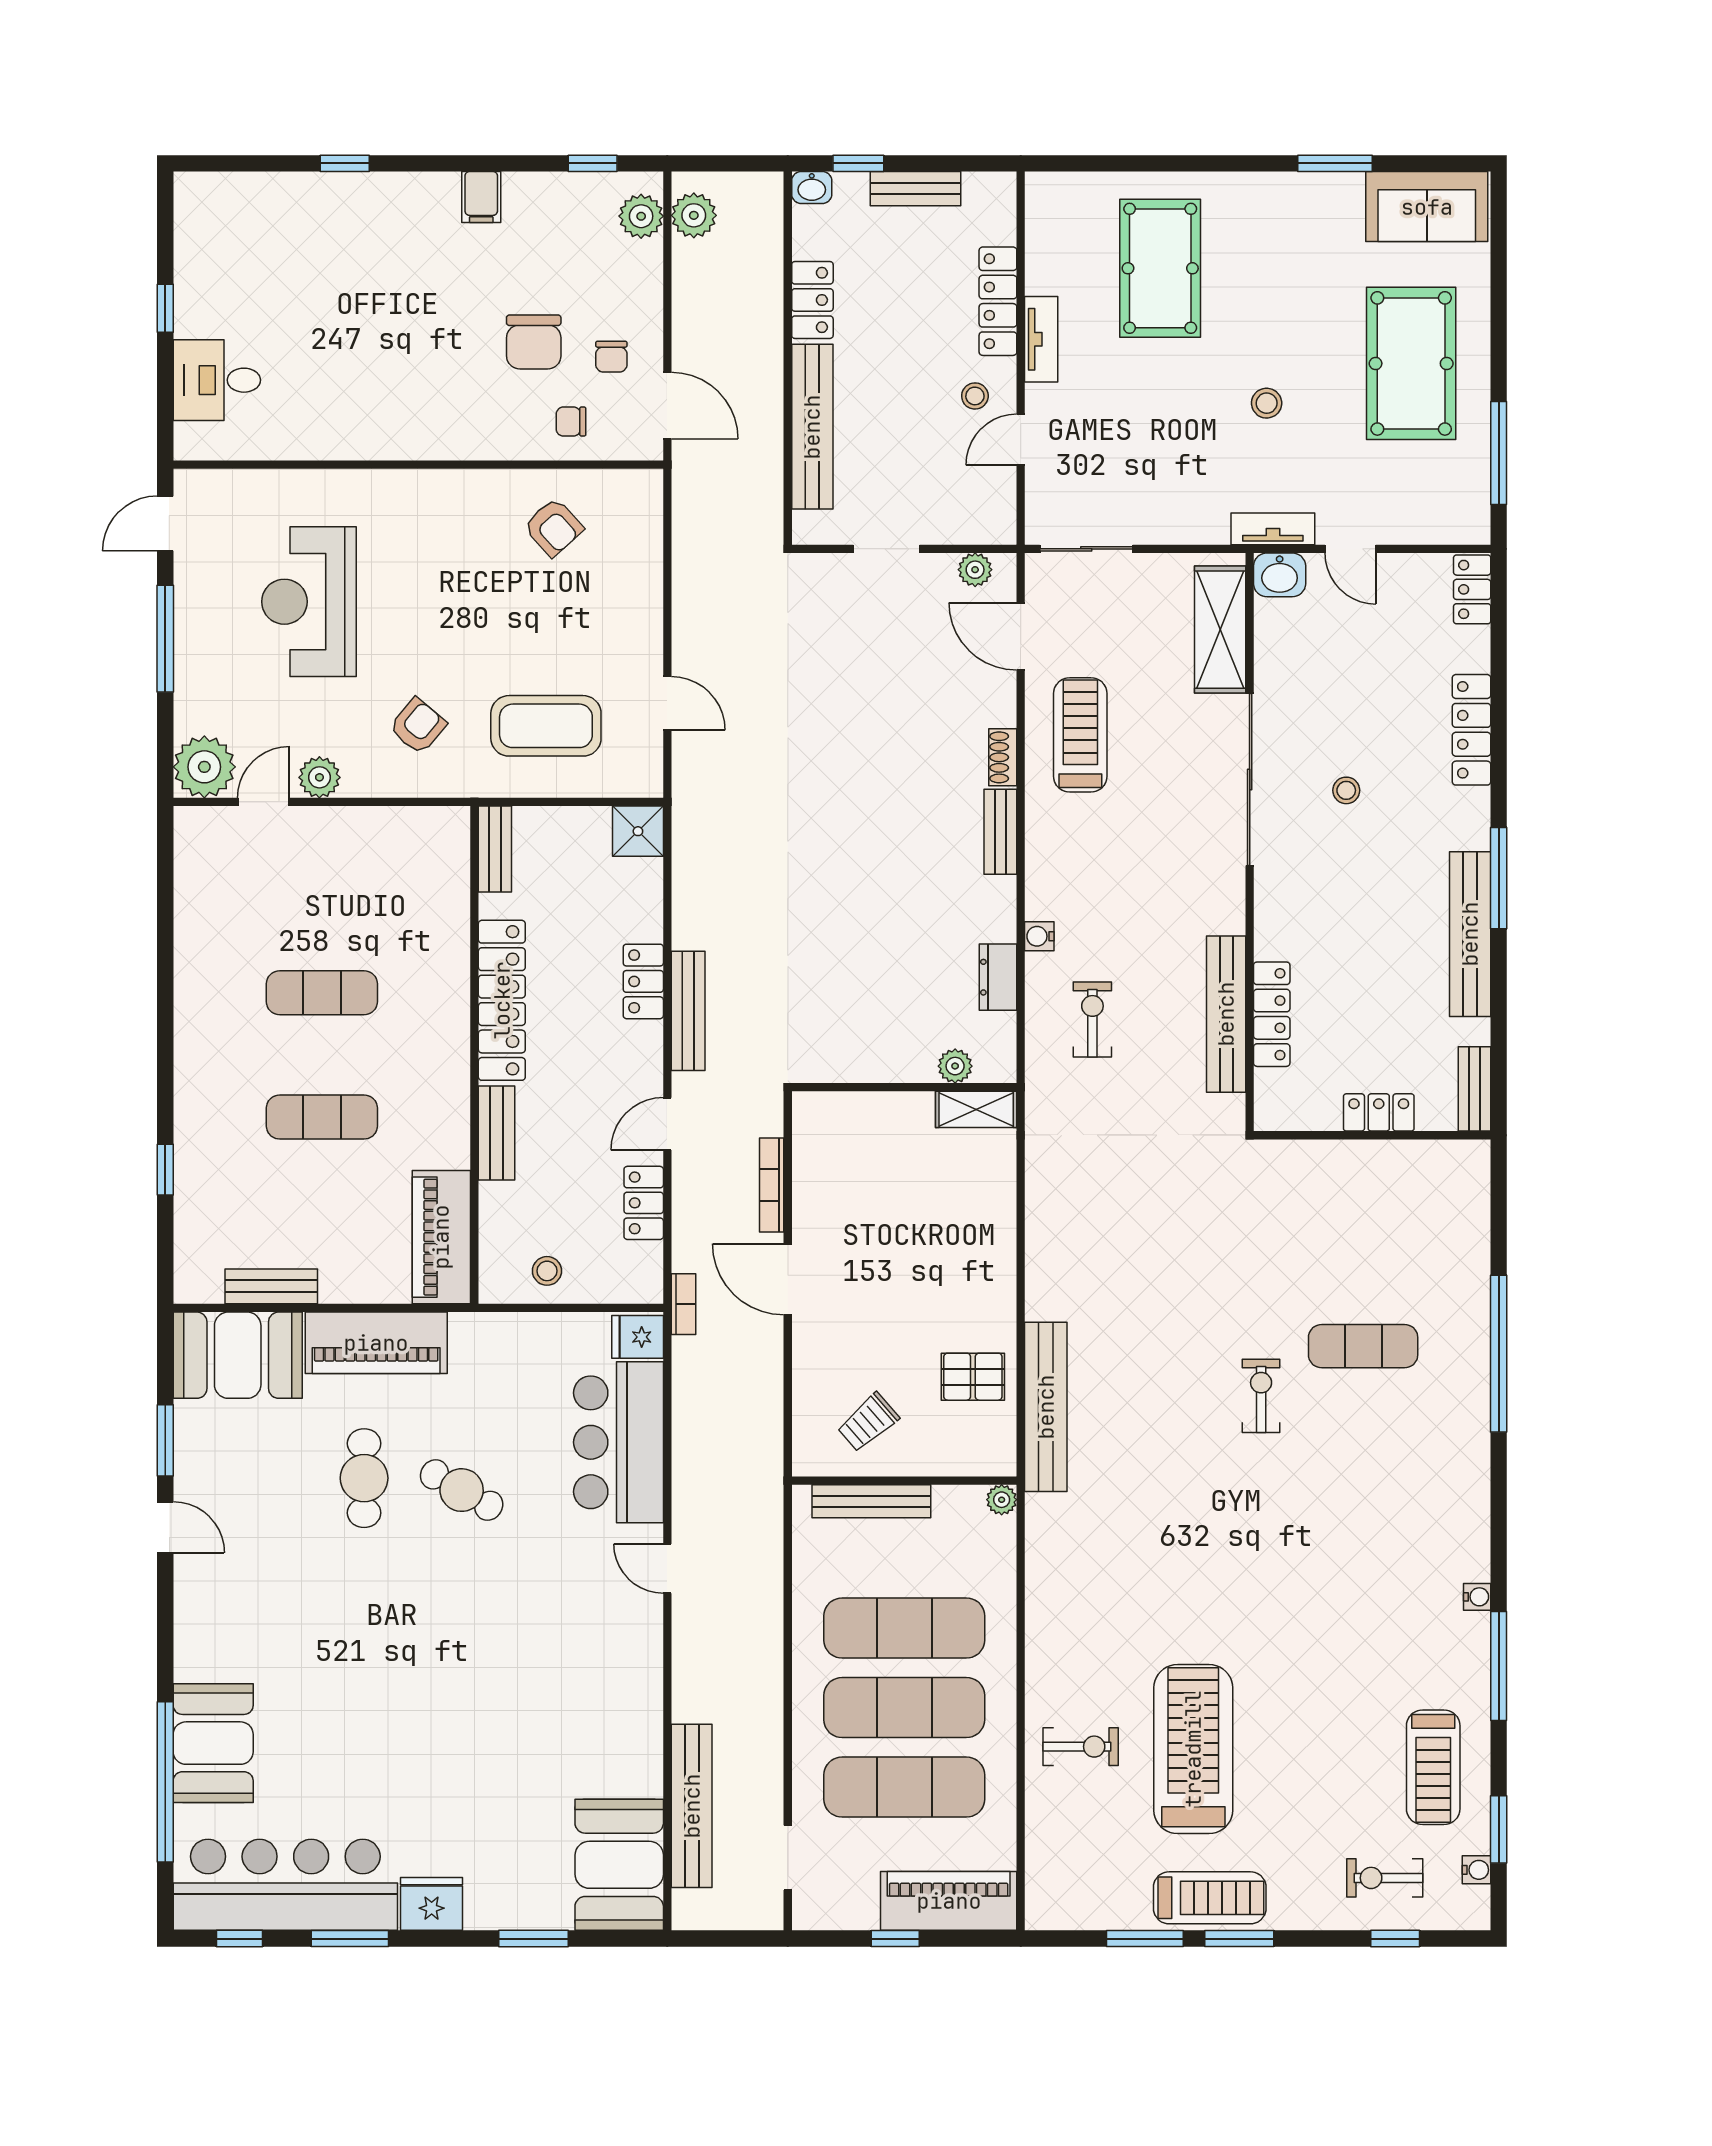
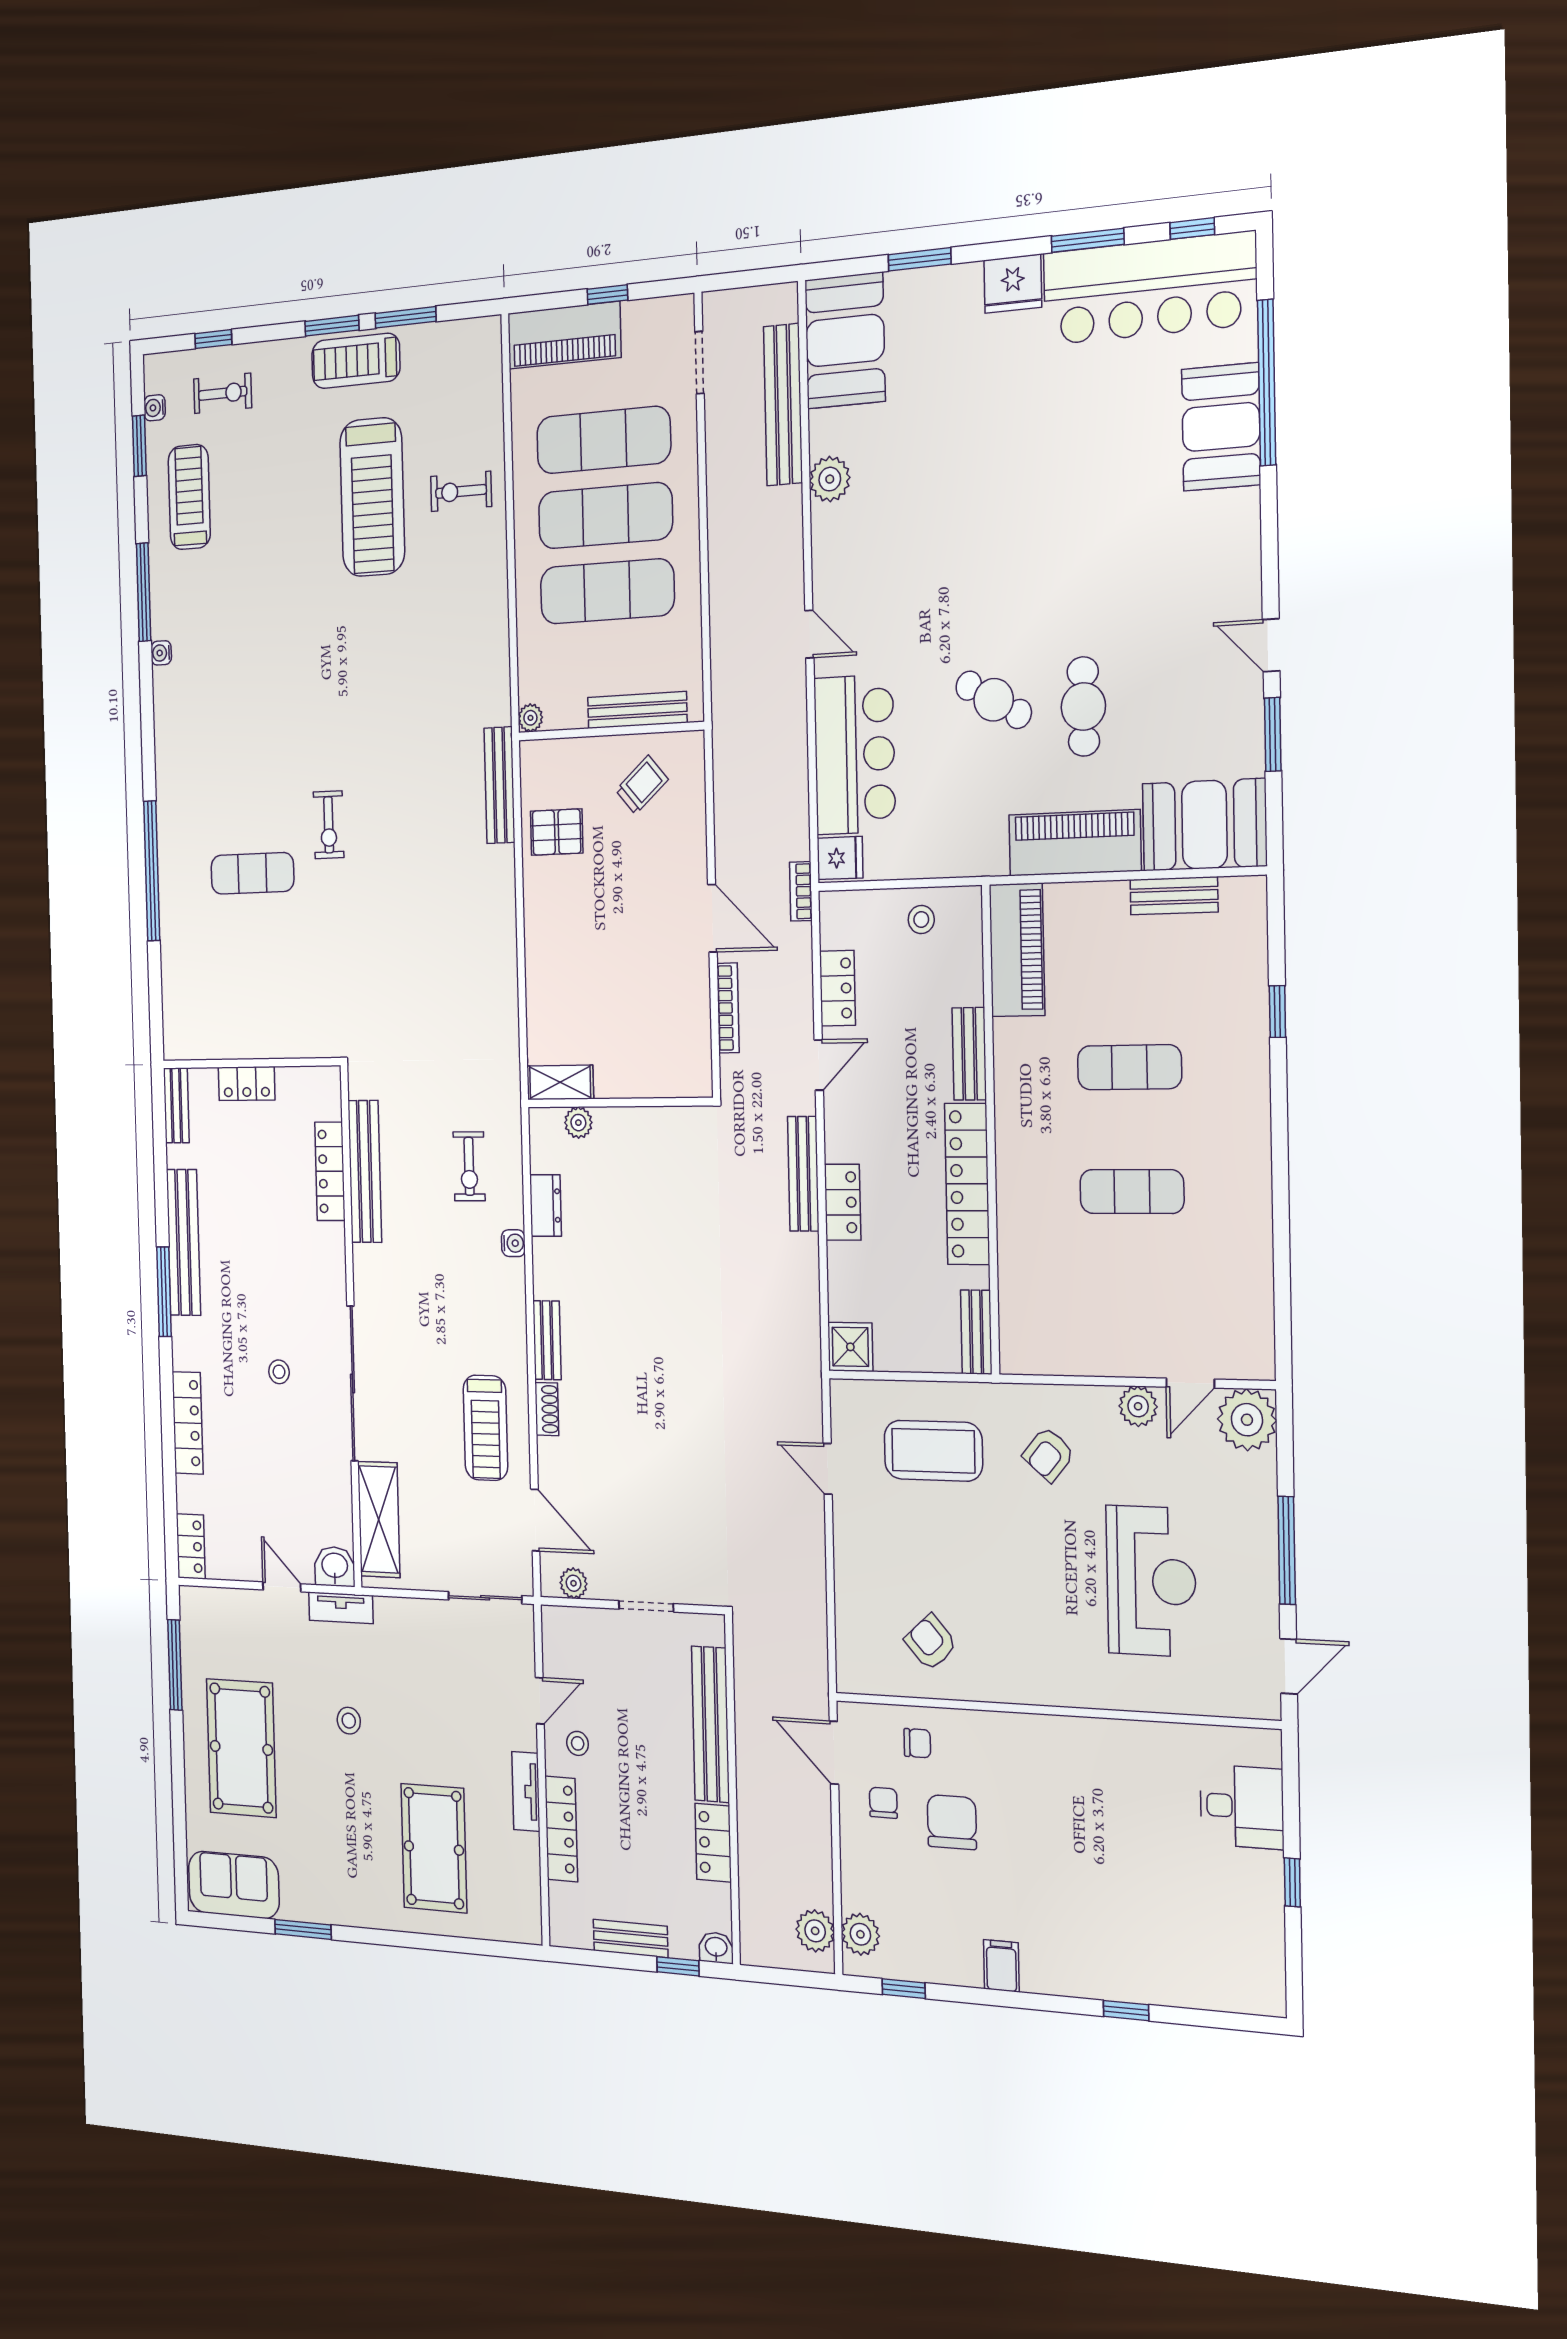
bench: (1046, 1407) -> (499, 785), width x0.73, depth x0.82
plant: (640, 1725) -> (830, 479), added

